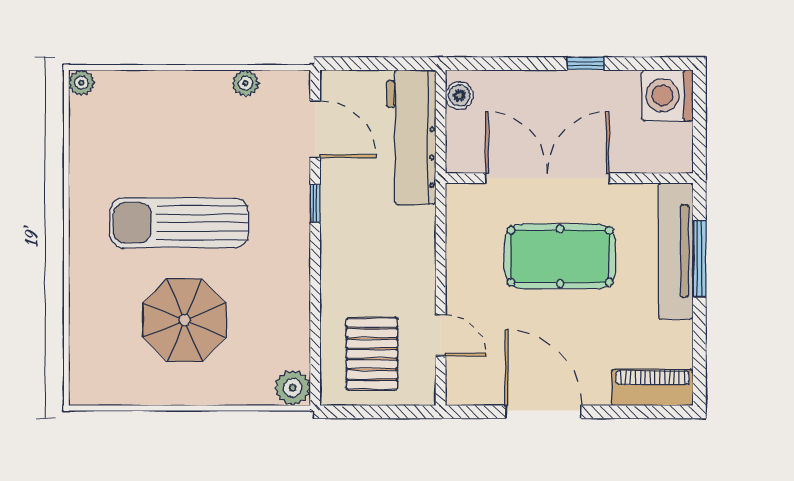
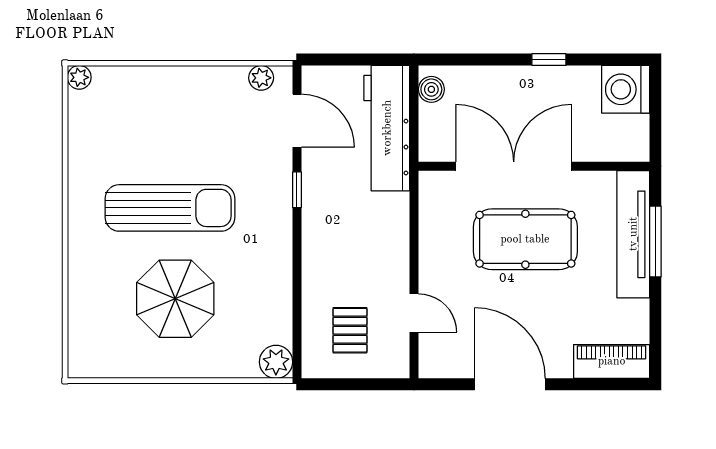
plant: (246, 83) -> (261, 78), moved
sun lounger: (179, 223) -> (170, 208), turned 180
pallet: (372, 354) -> (350, 330), width x0.67, depth x0.71

